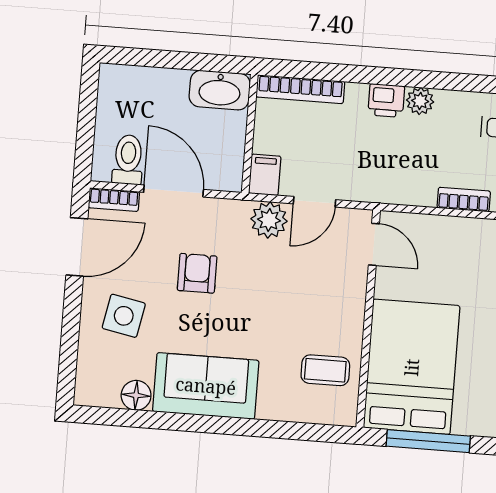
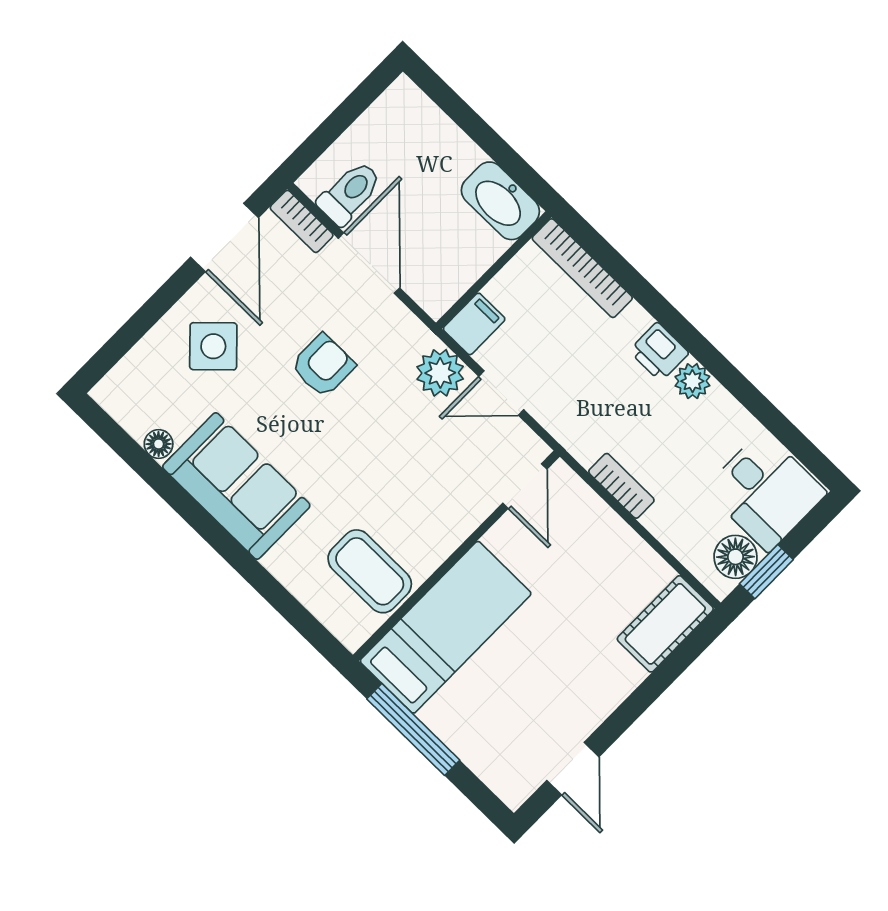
bookcase: (464, 199) -> (621, 486), moved
door: (77, 247) -> (224, 237), hinge flipped
side table: (124, 316) -> (213, 346), turned 35
bed: (412, 367) -> (446, 627), width x0.67
coffee table: (325, 370) -> (370, 571), width x1.36, depth x1.30
floor lamp: (136, 395) -> (159, 444), width x0.73, depth x0.73

